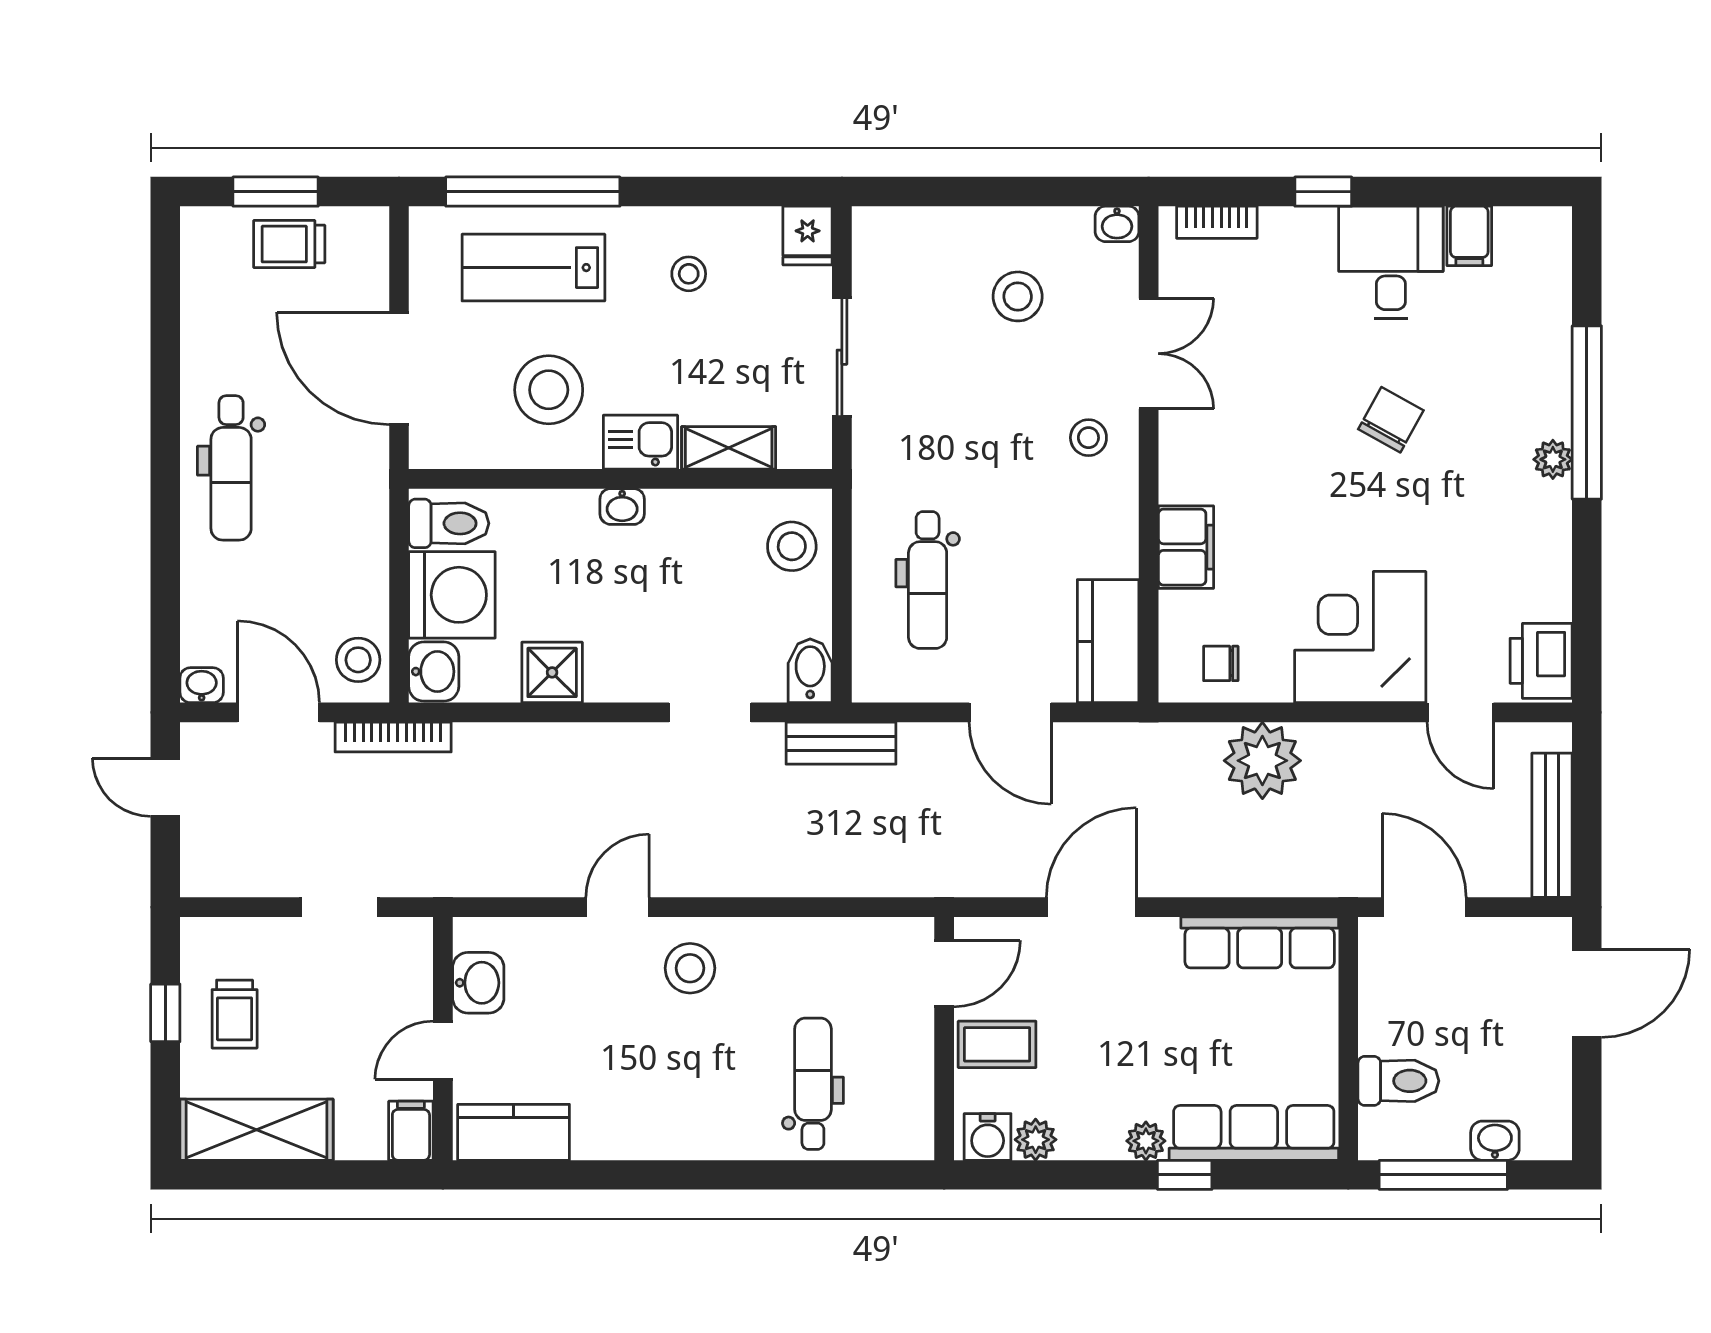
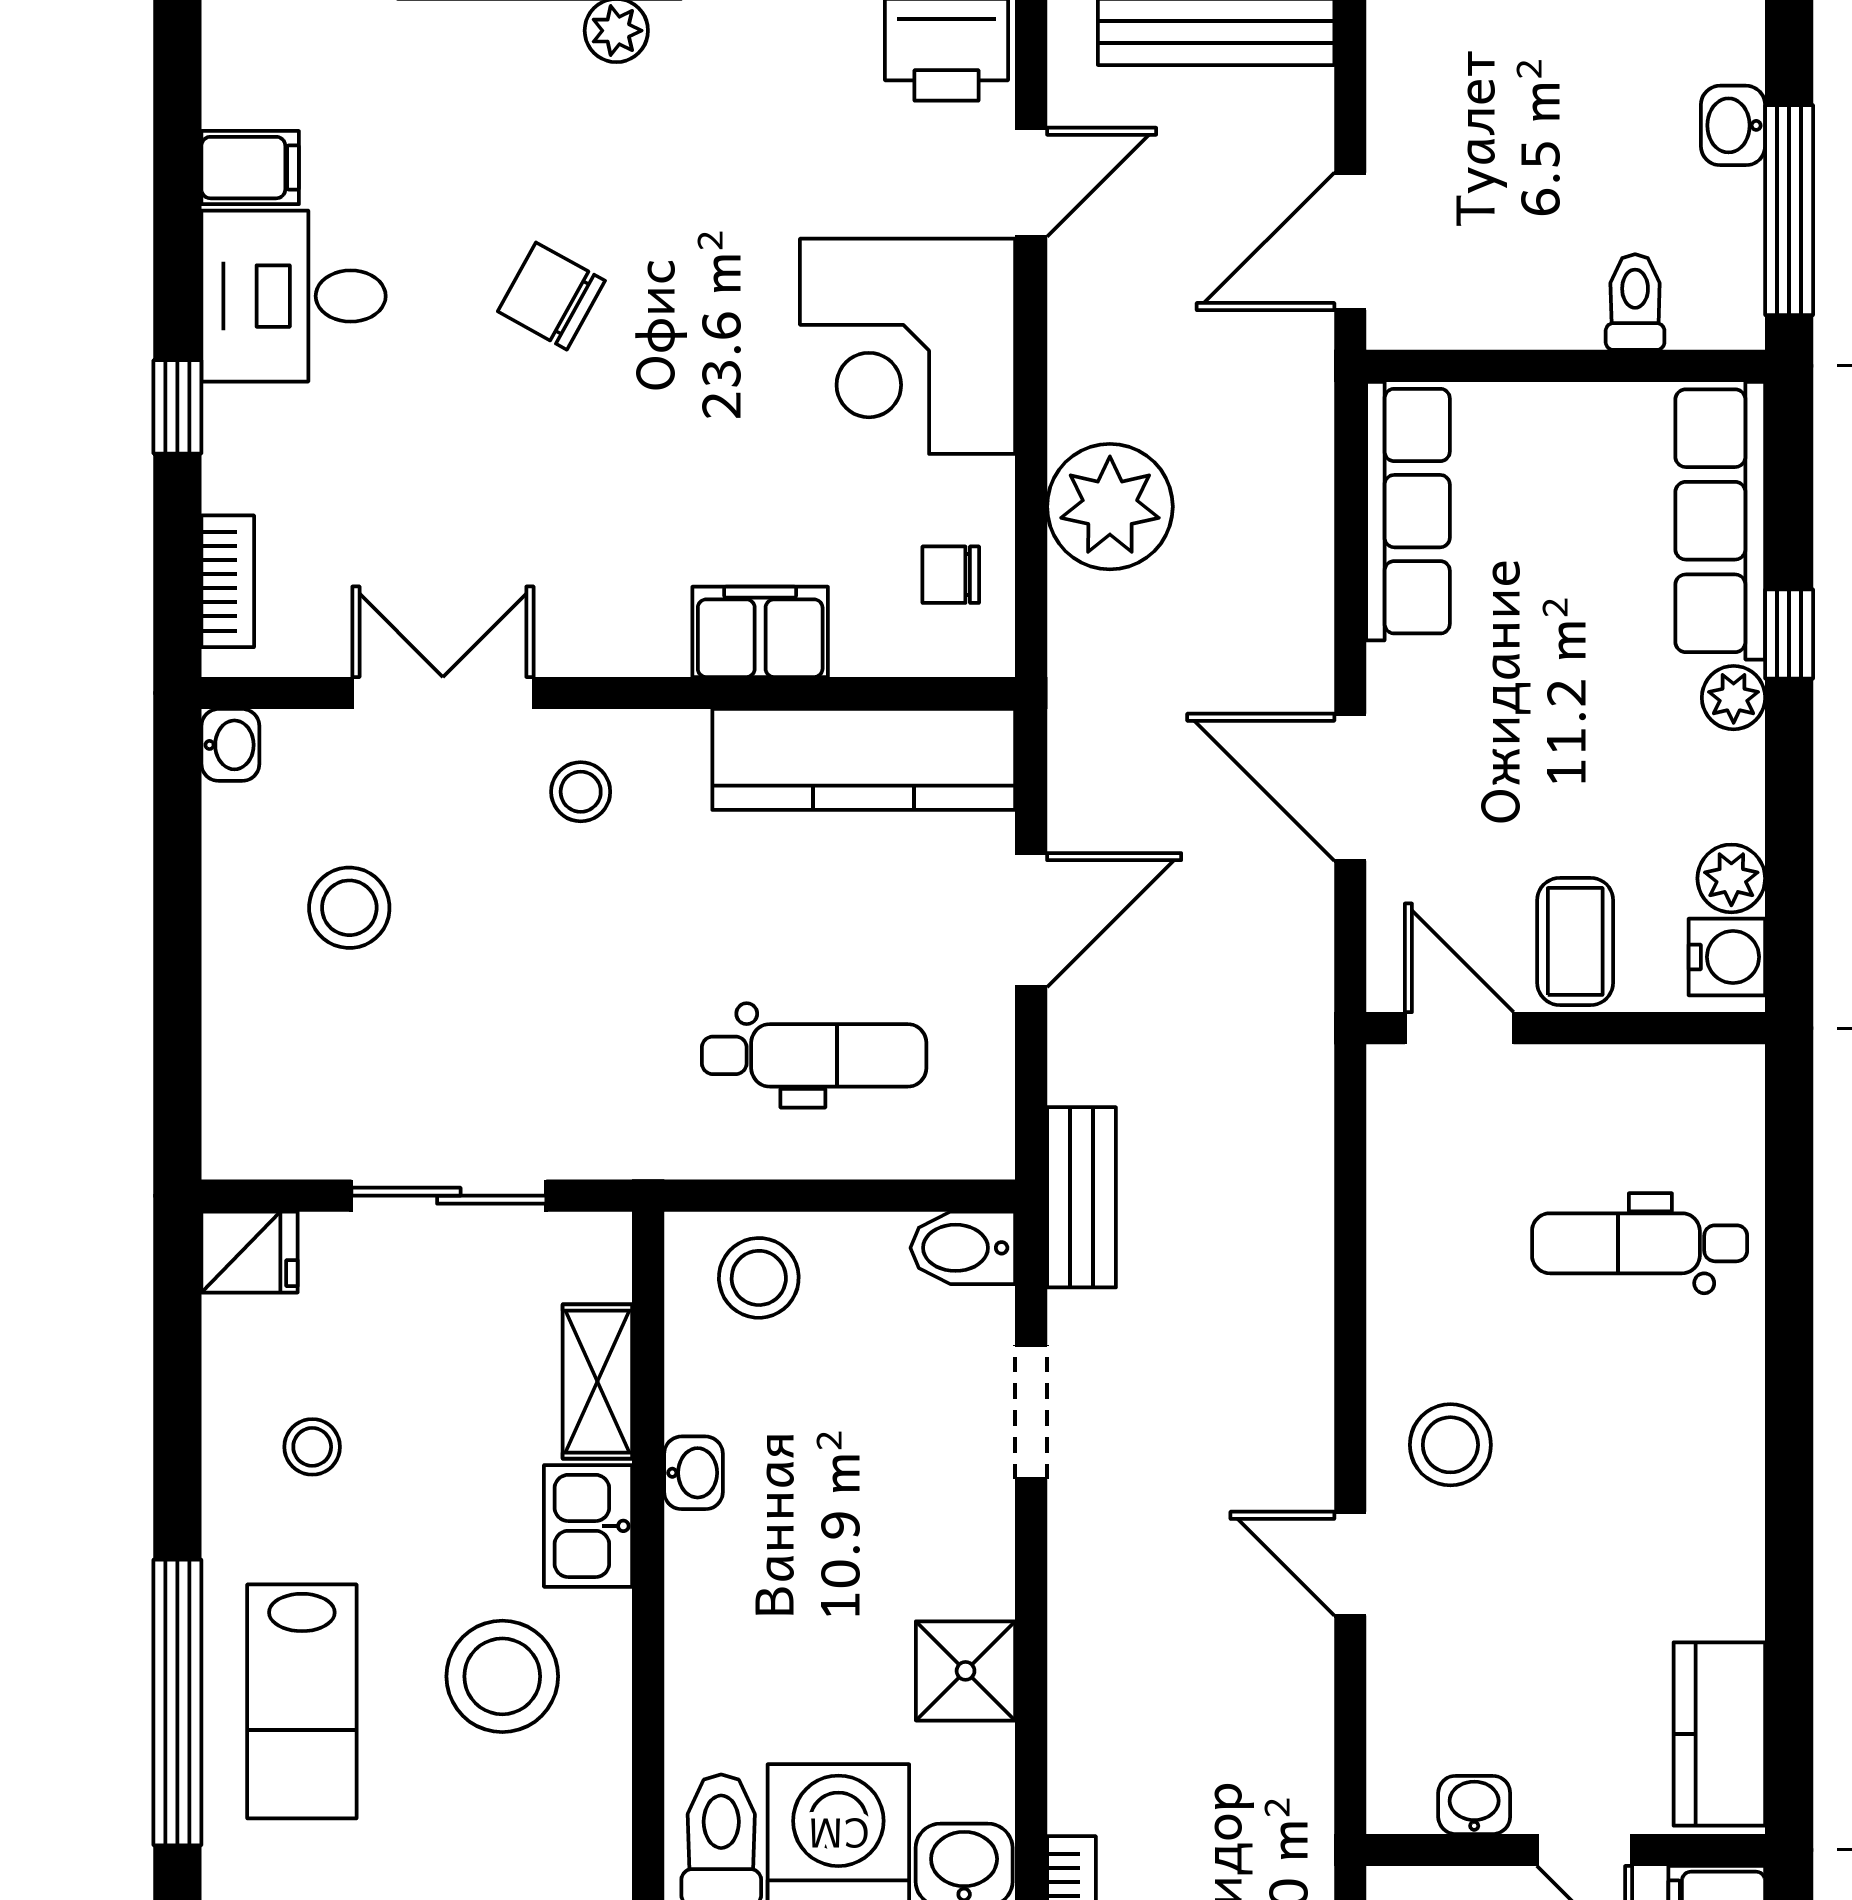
washbasin: (622, 506) -> (693, 1473), moved
kitchen counter: (1108, 641) -> (864, 759), width x1.50
chair: (1221, 663) -> (951, 575), turned 90
washbasin: (478, 983) -> (1474, 1805), width x0.72, depth x0.69
toilet: (1398, 1081) -> (1635, 302), width x0.73, depth x0.72

